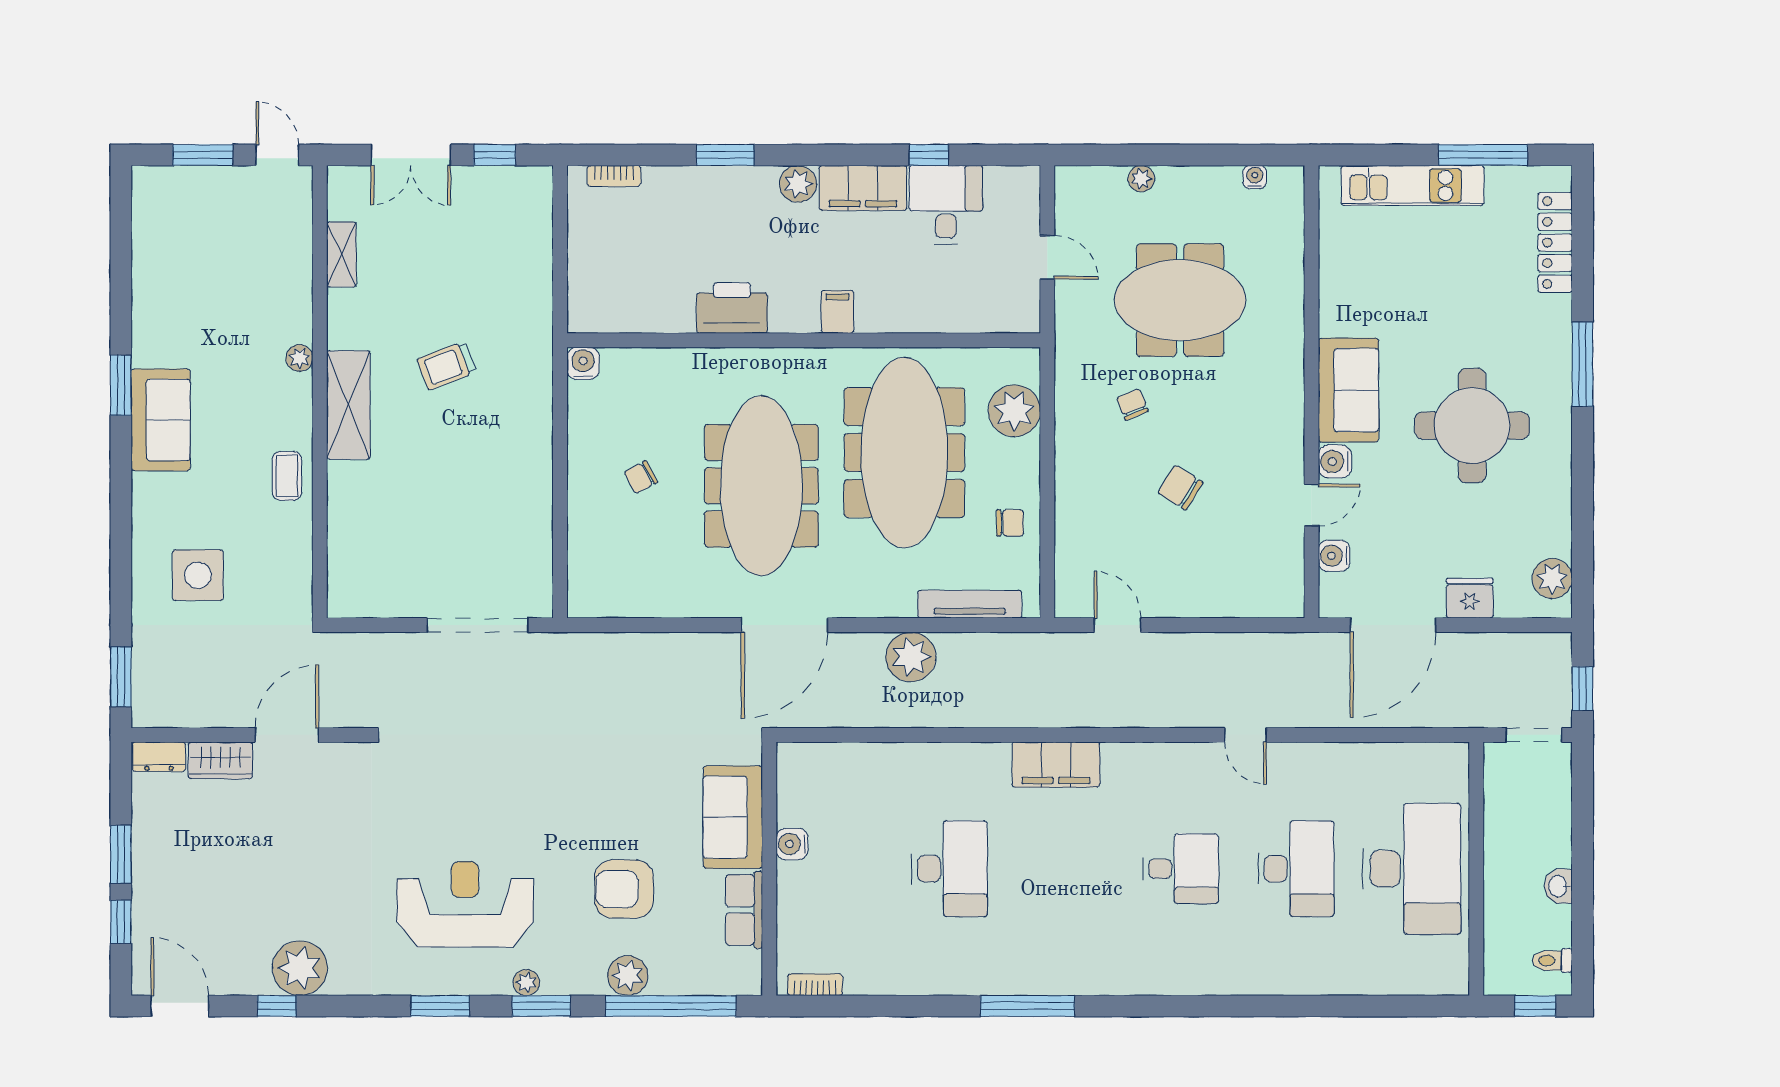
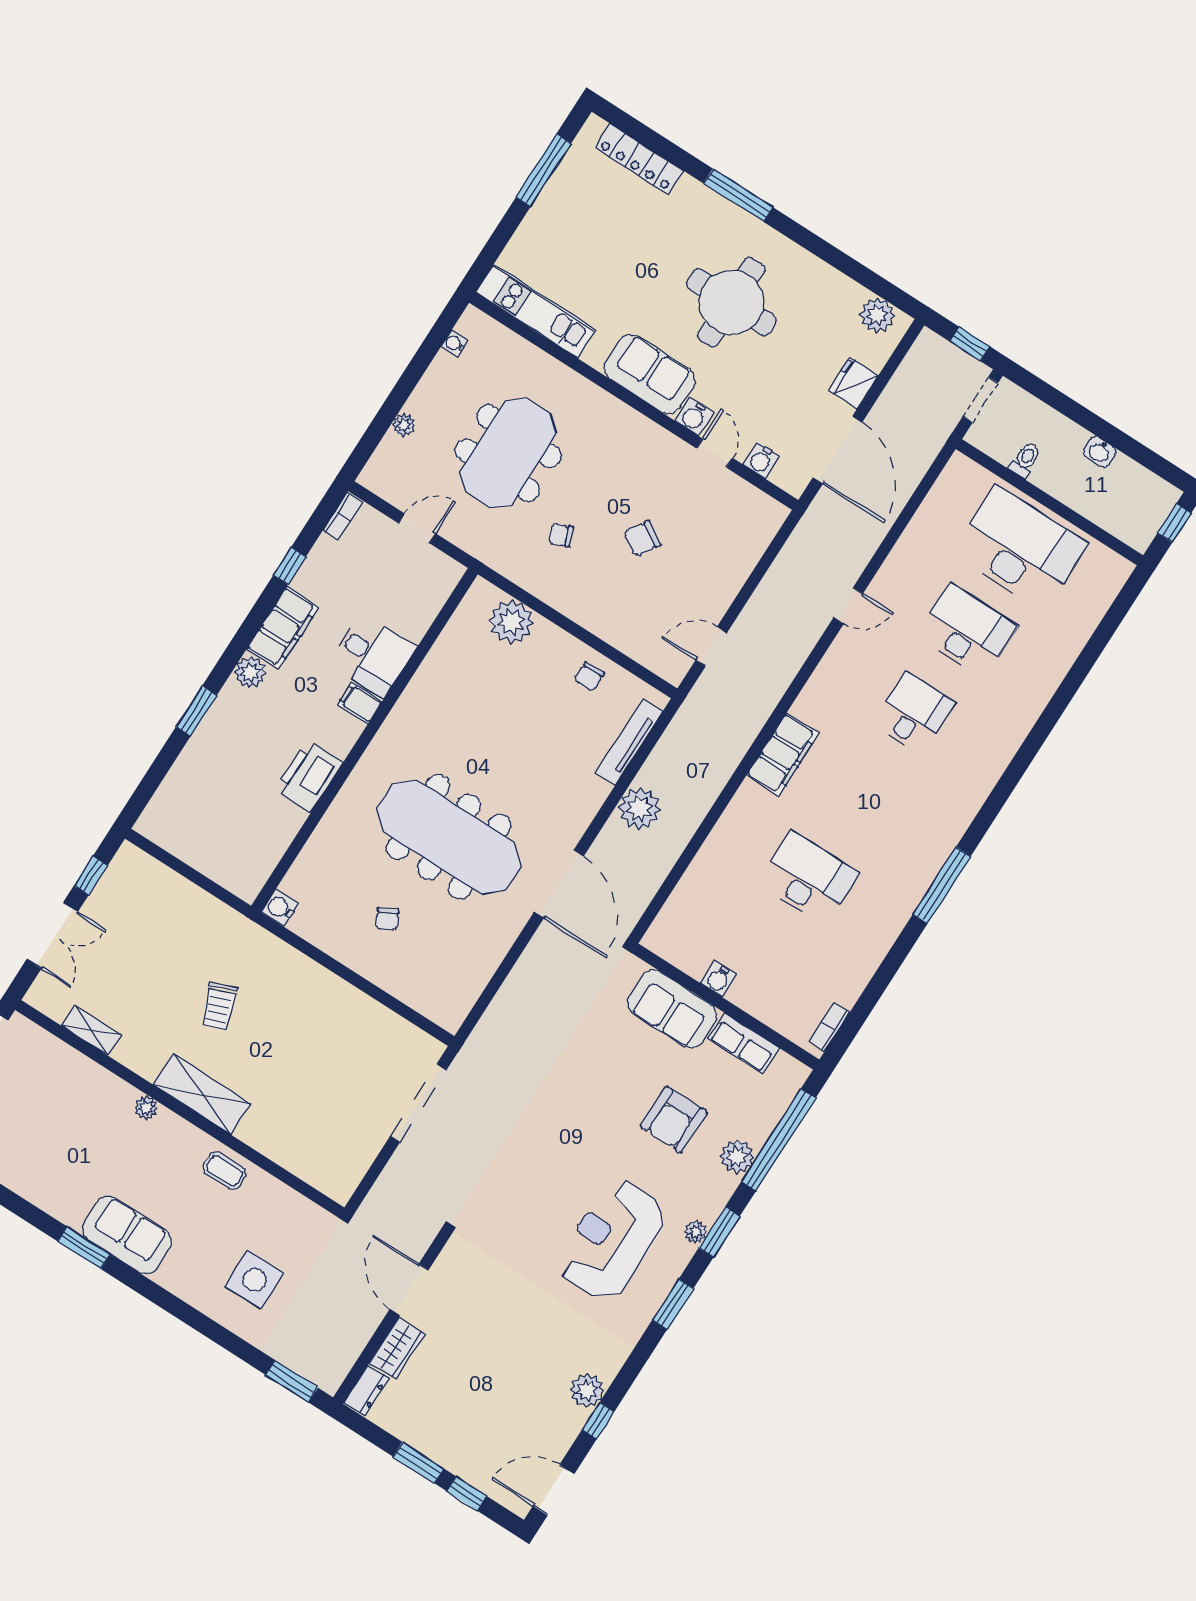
bookcase: (614, 176) -> (343, 516), moved
kitchen unit: (1413, 185) -> (535, 311), moved, turned -90
desk: (946, 205) -> (372, 655), moved, turned 180
meeting table: (904, 453) -> (491, 720), removed
chair: (1010, 523) -> (589, 676), turned 180
toilet: (1552, 961) -> (1025, 460), moved, turned 180
plant: (300, 968) -> (587, 1390), width x0.73, depth x0.73

